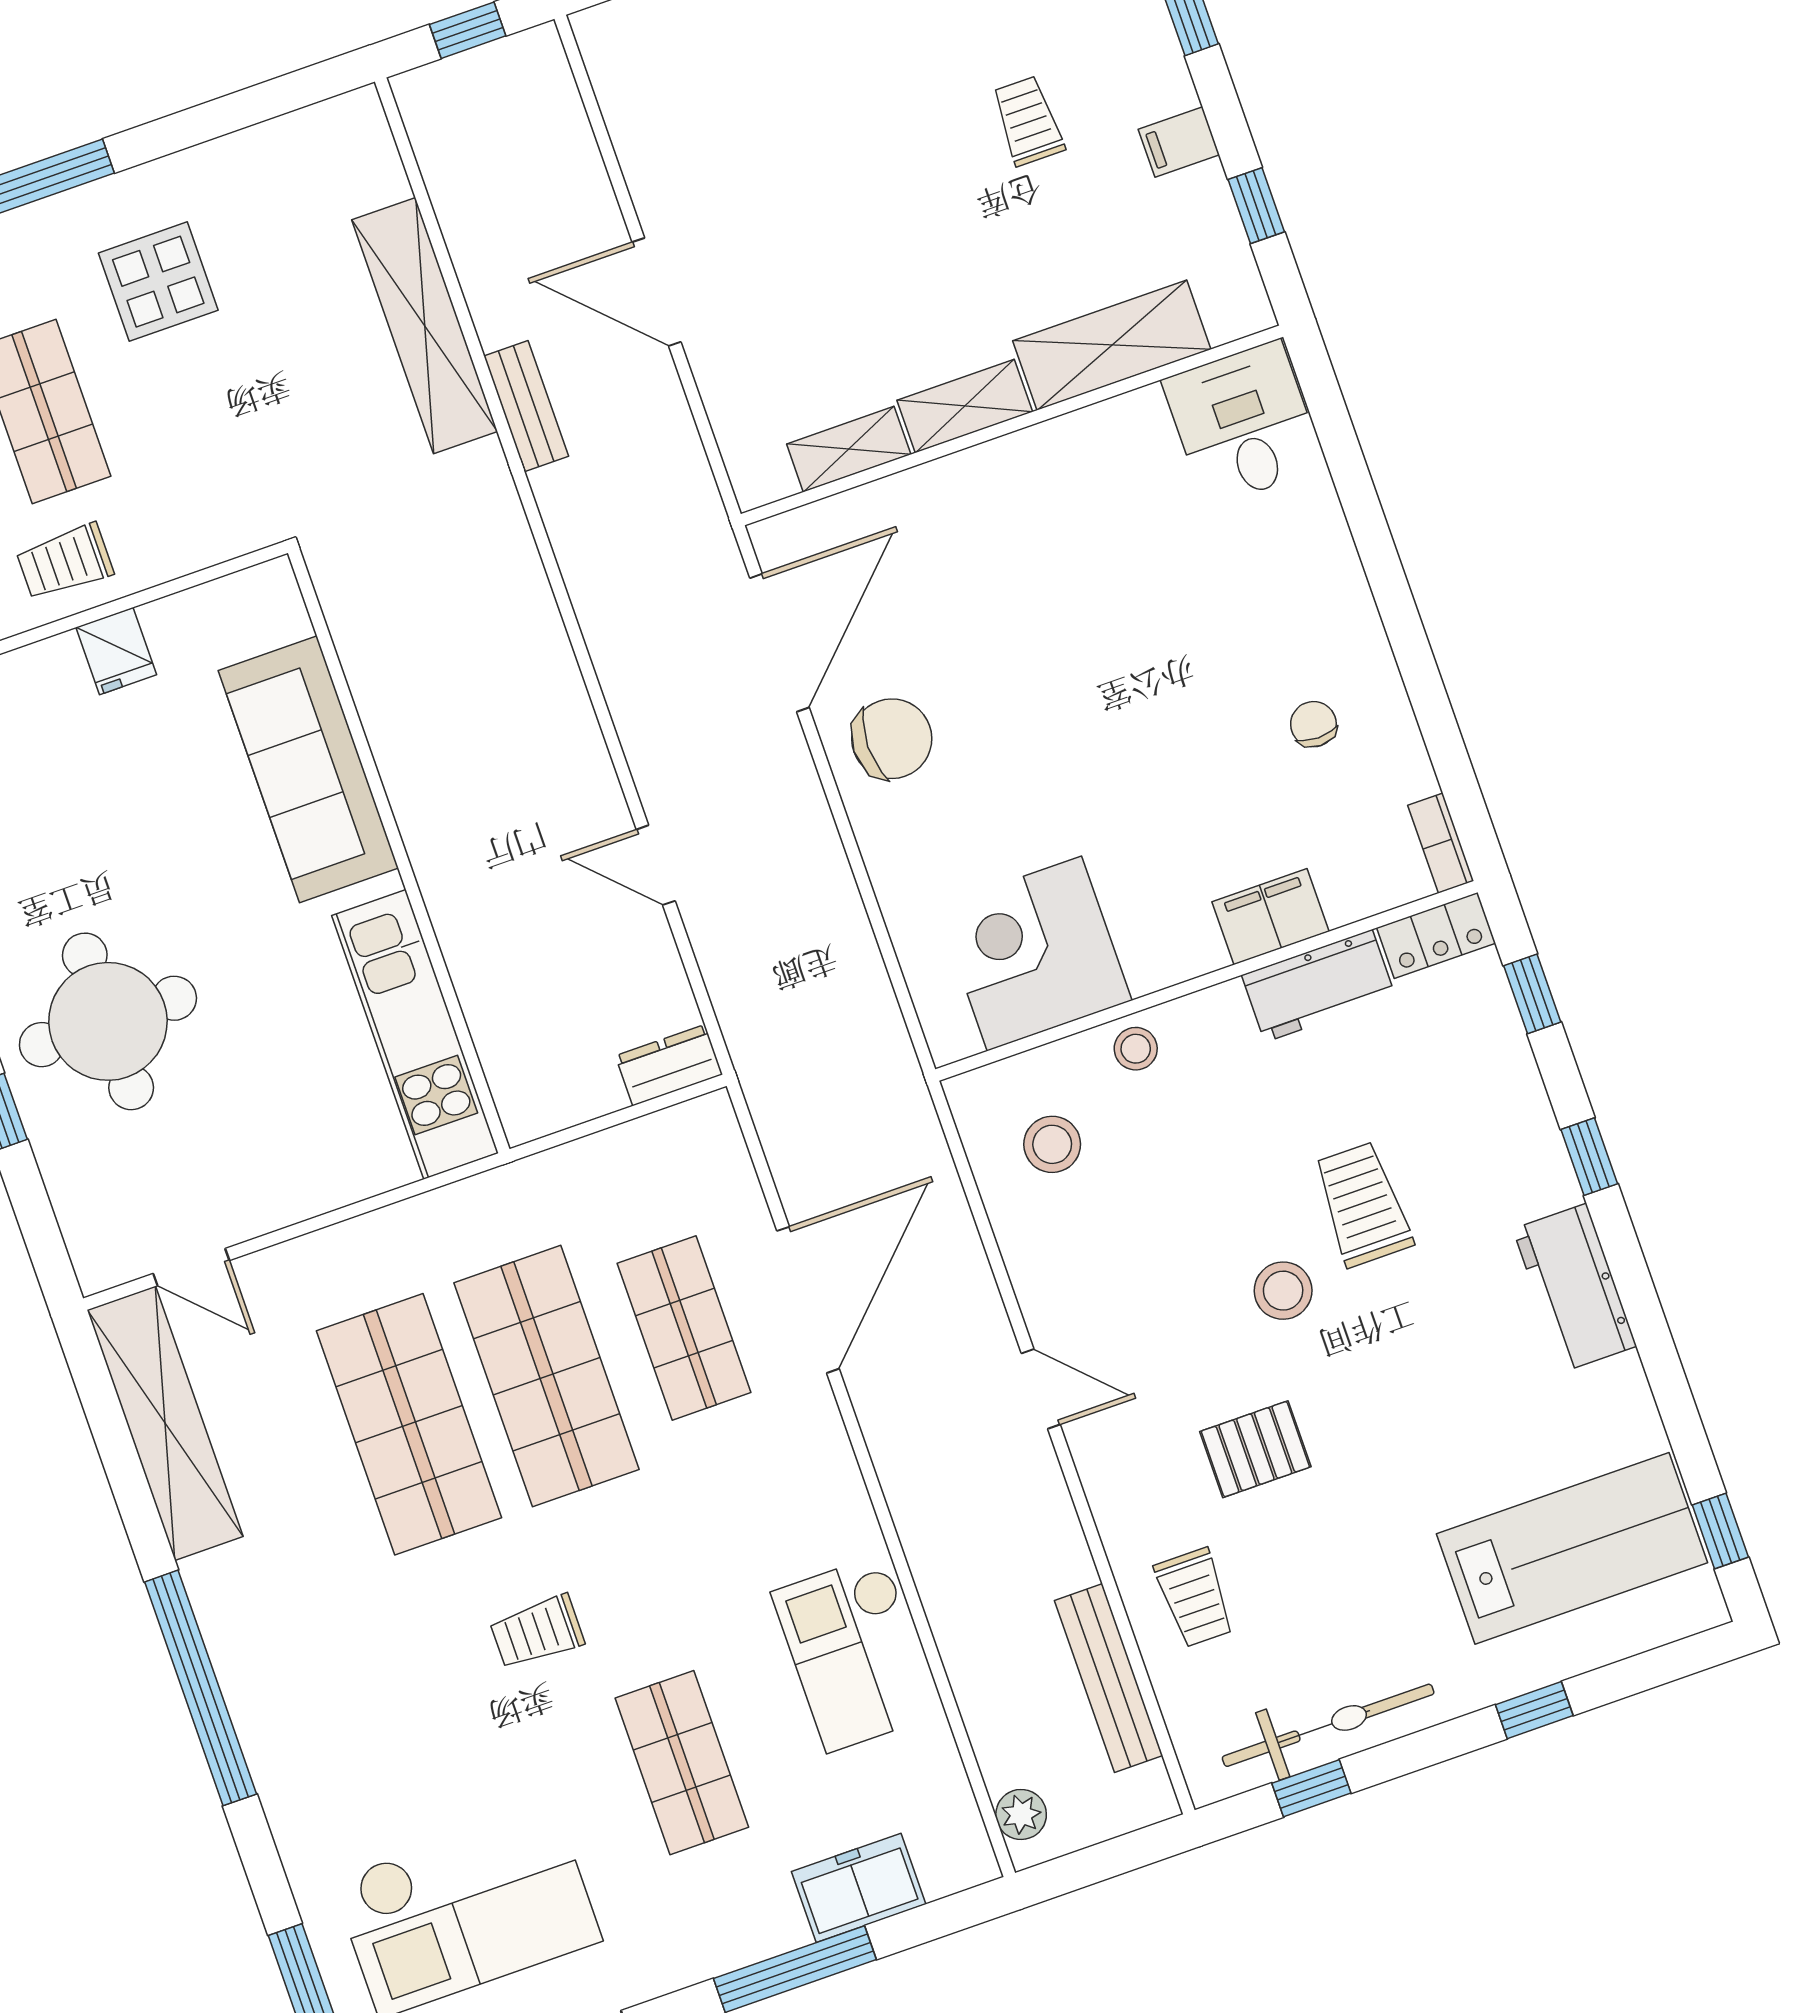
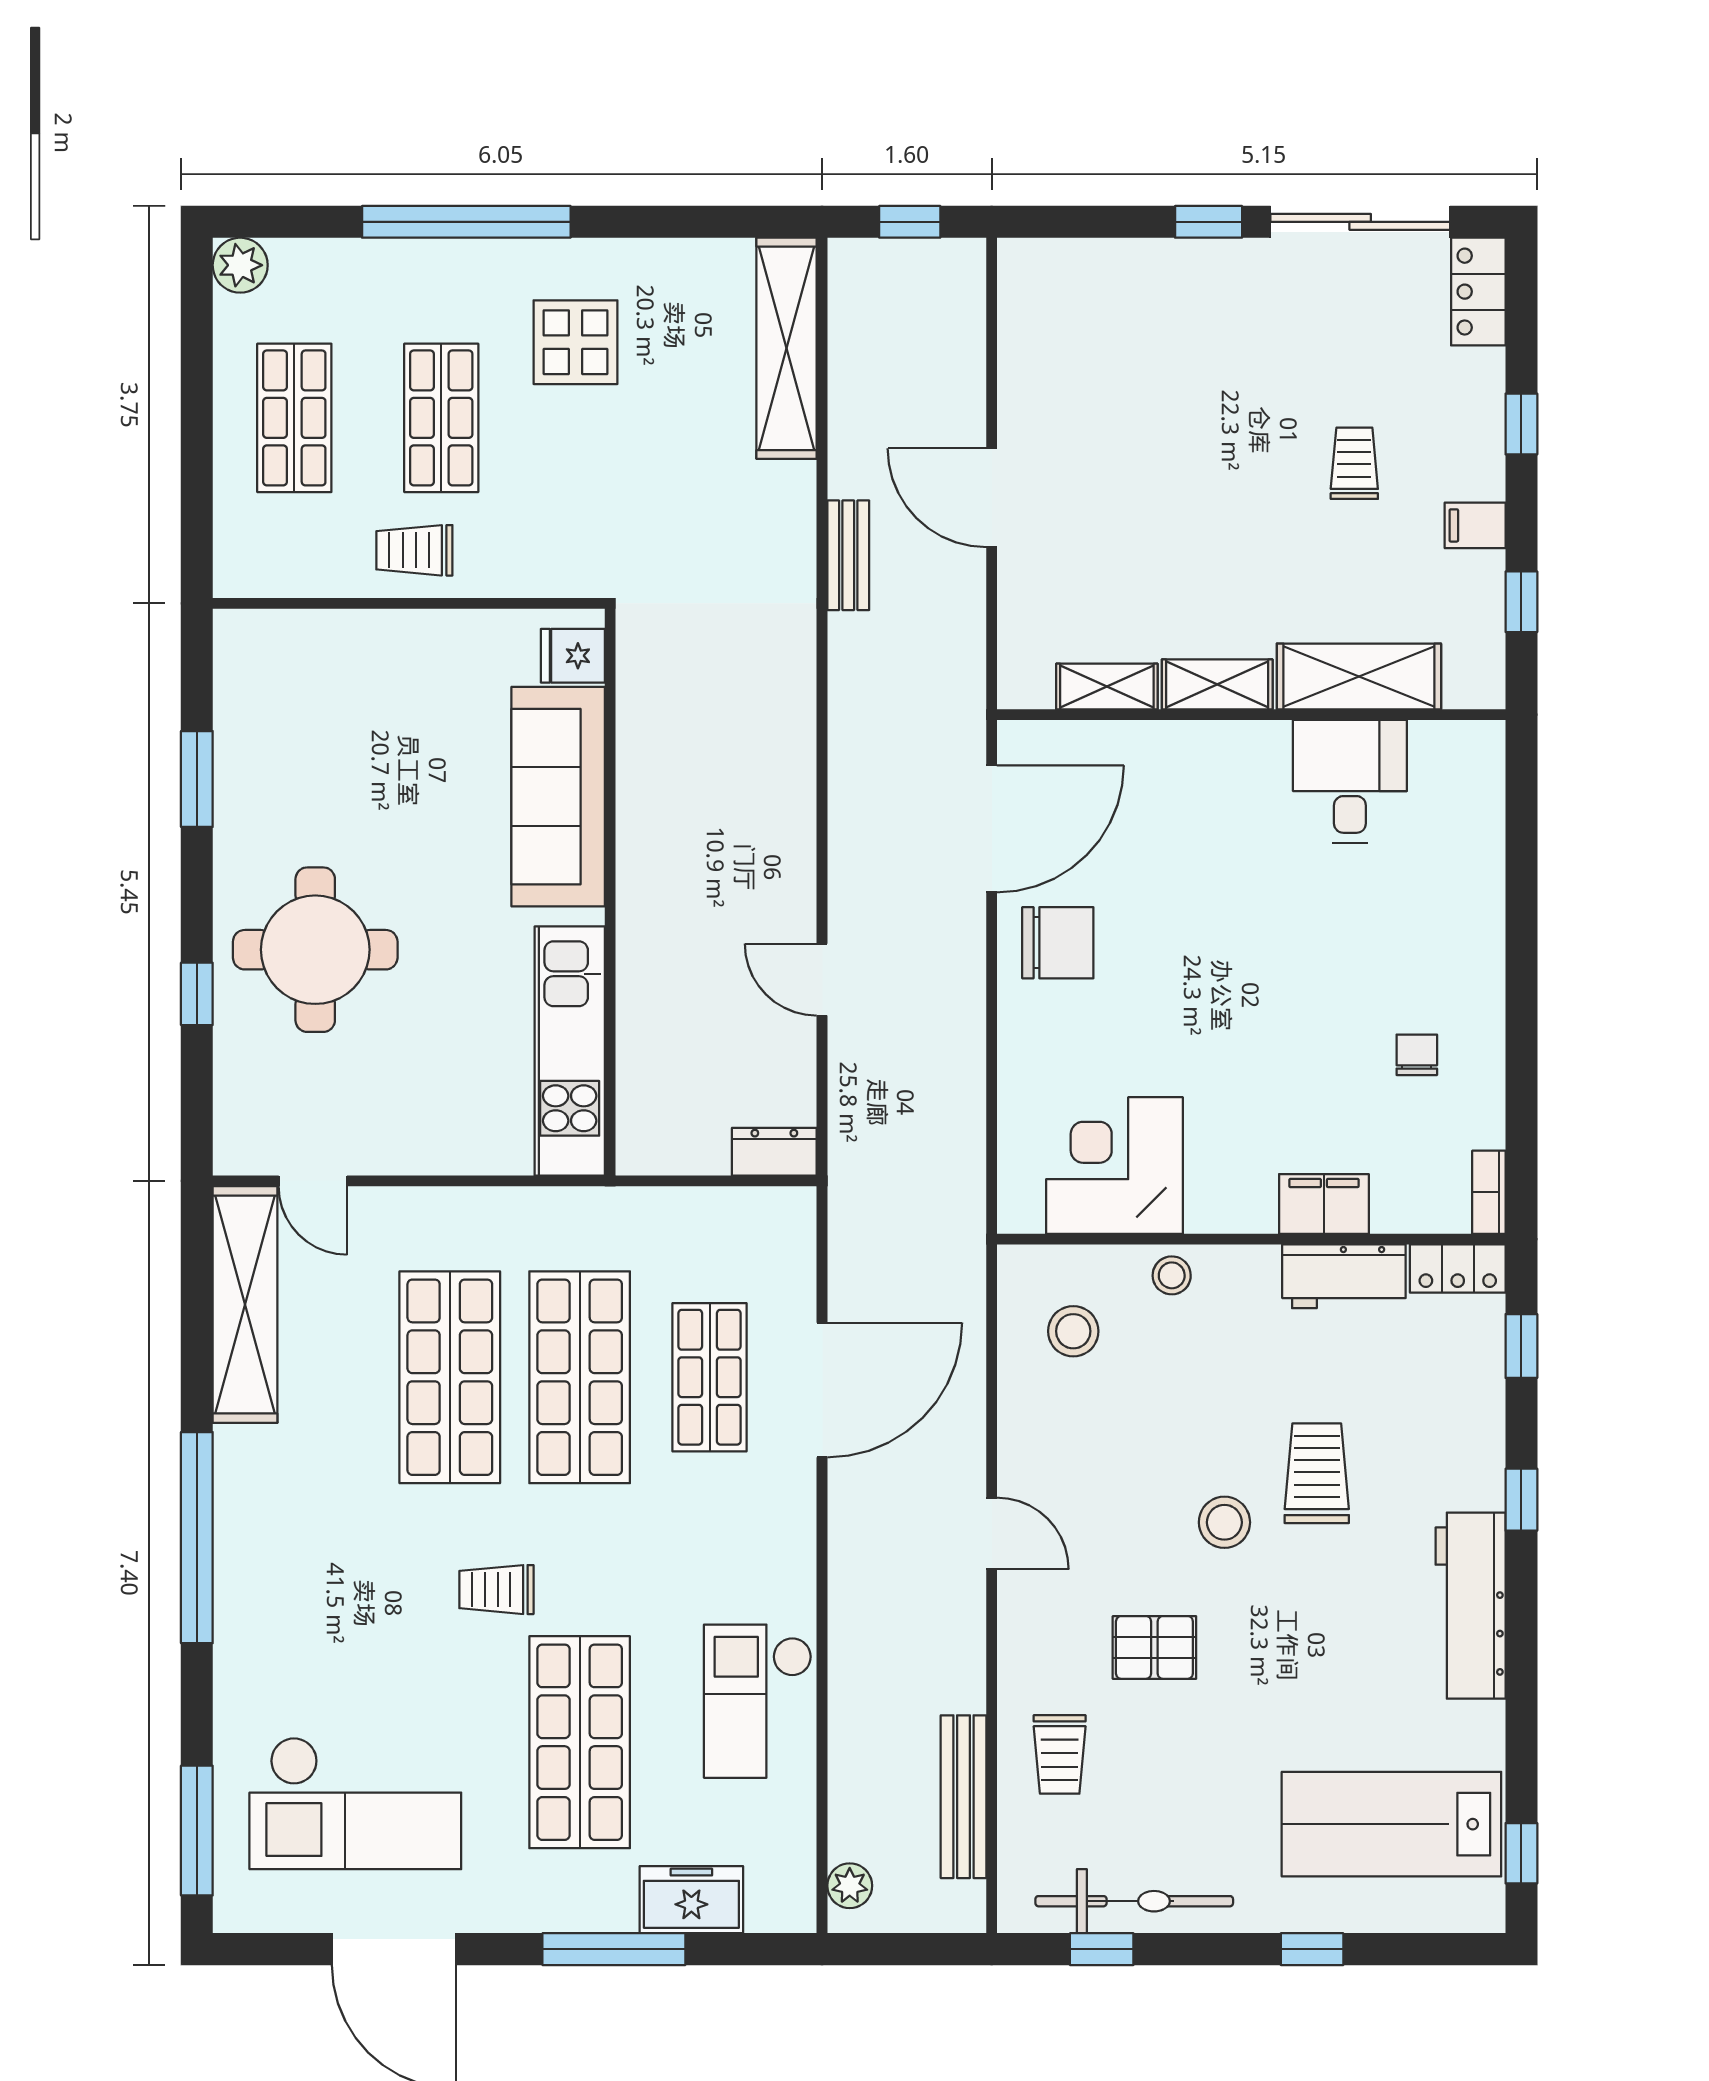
shelving: (425, 326) -> (787, 348), moved
desk: (1243, 424) -> (1350, 781), moved
fridge: (116, 651) -> (573, 656), moved, turned 90
workbench: (1575, 1288) -> (1471, 1606), width x1.38
lab bench: (1572, 1548) -> (1391, 1824), turned 180
shop shelf: (682, 1763) -> (580, 1742), width x1.43, depth x1.36

